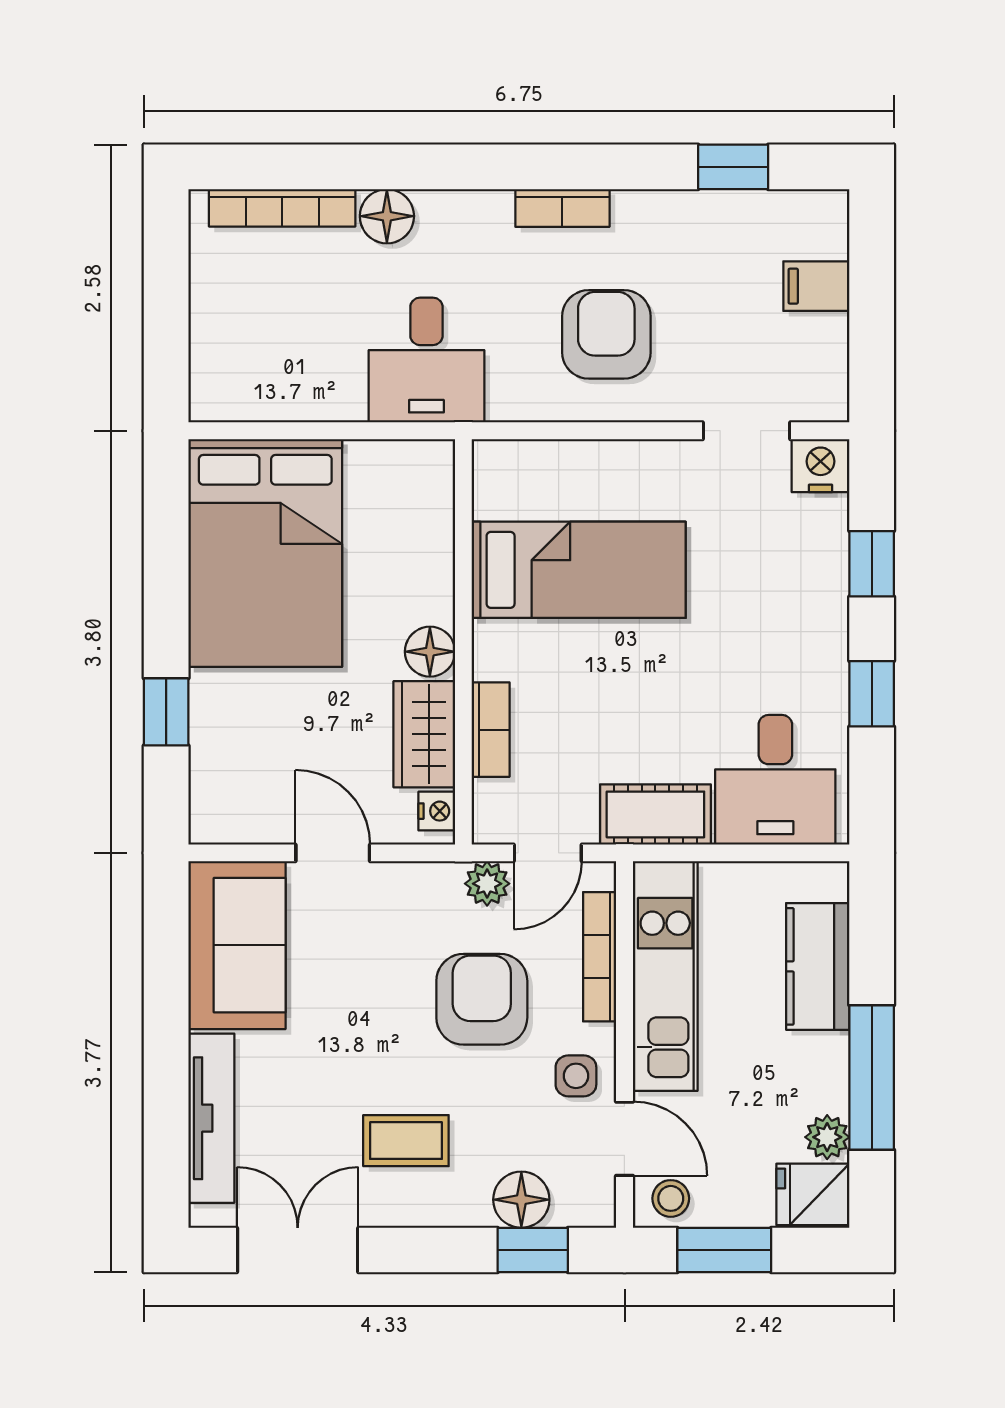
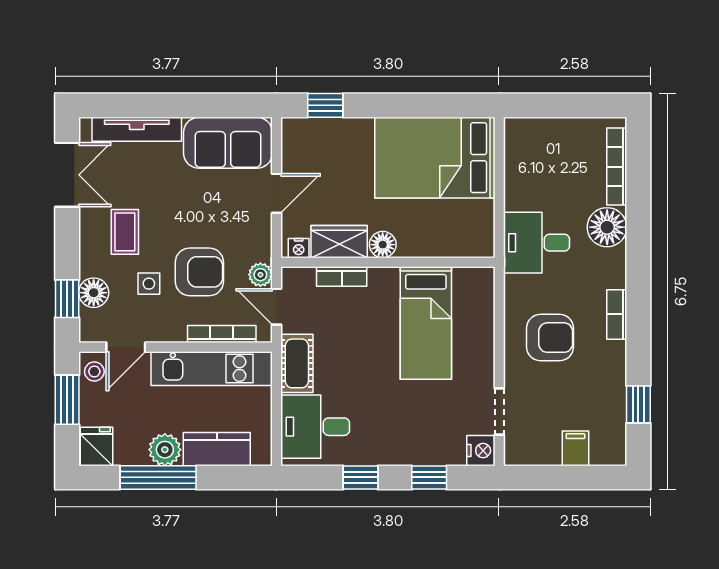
floor lamp: (387, 216) -> (607, 227), width x1.38, depth x1.38
window: (166, 712) -> (325, 105), moved
side table: (576, 1076) -> (149, 284), moved
plant: (827, 1137) -> (165, 450), moved, width x1.38, depth x1.38

